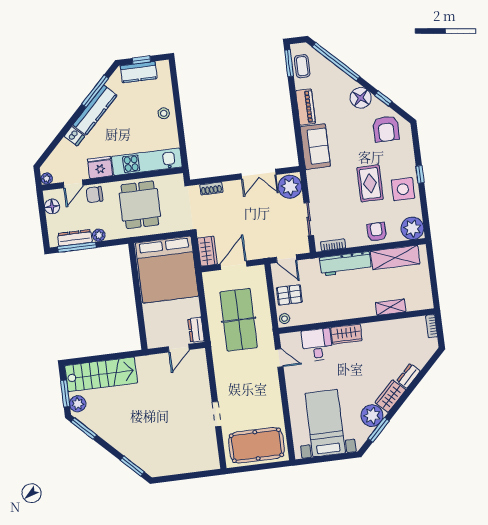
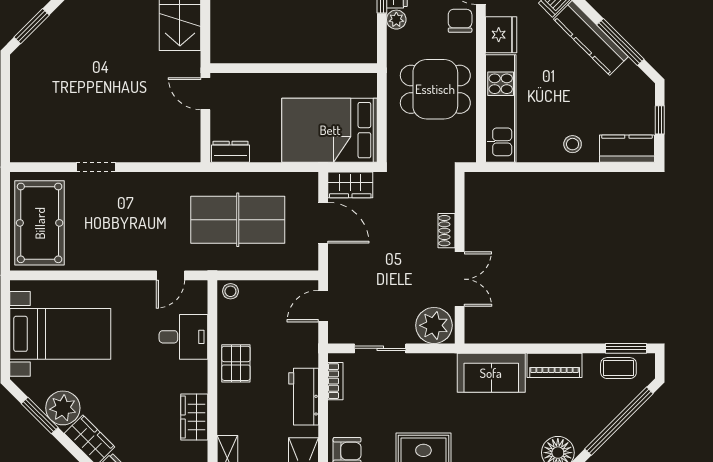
kitchen counter: (139, 72) -> (627, 149), moved, turned 90
double door: (258, 174) -> (460, 279), swing flipped
shoe rack: (211, 189) -> (447, 231), moved
workbench: (346, 264) -> (304, 397), width x0.73
bed: (167, 270) -> (330, 130), width x0.73
pallet: (289, 295) -> (236, 363), moved
wardrobe: (346, 334) -> (194, 417), moved
door: (179, 348) -> (205, 94), moved

